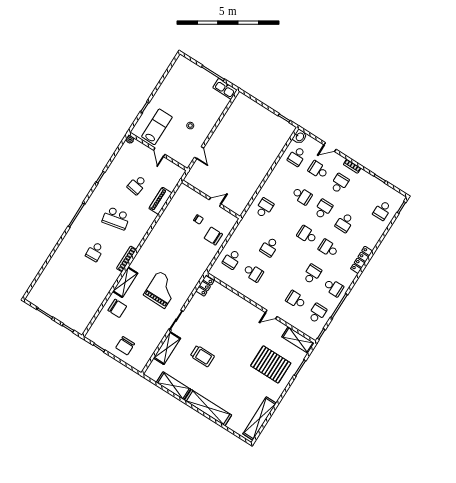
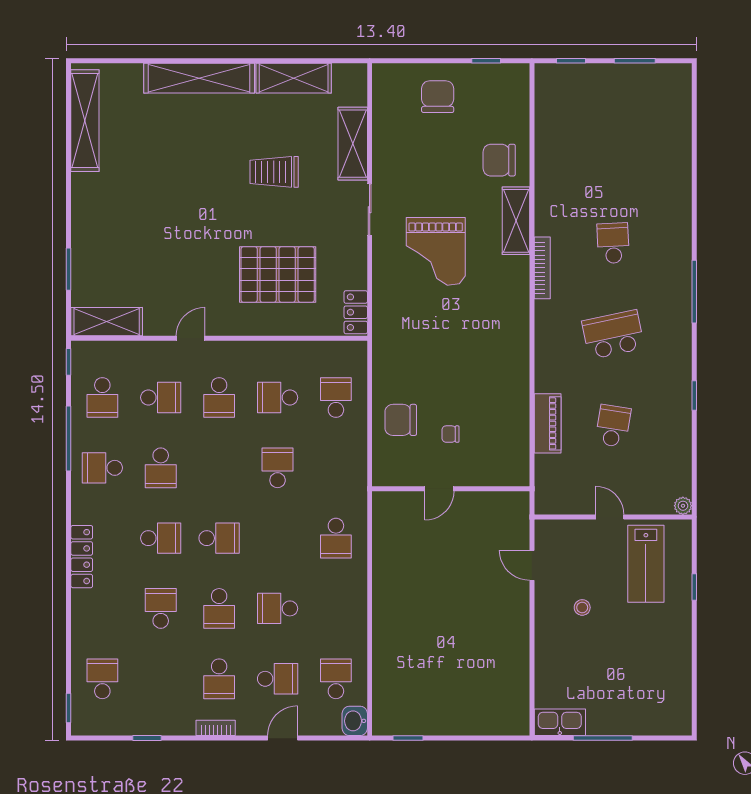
chair: (213, 236) -> (401, 420), turned 180
school desk: (275, 286) -> (219, 397), added
pallet: (271, 364) -> (278, 274), moved

